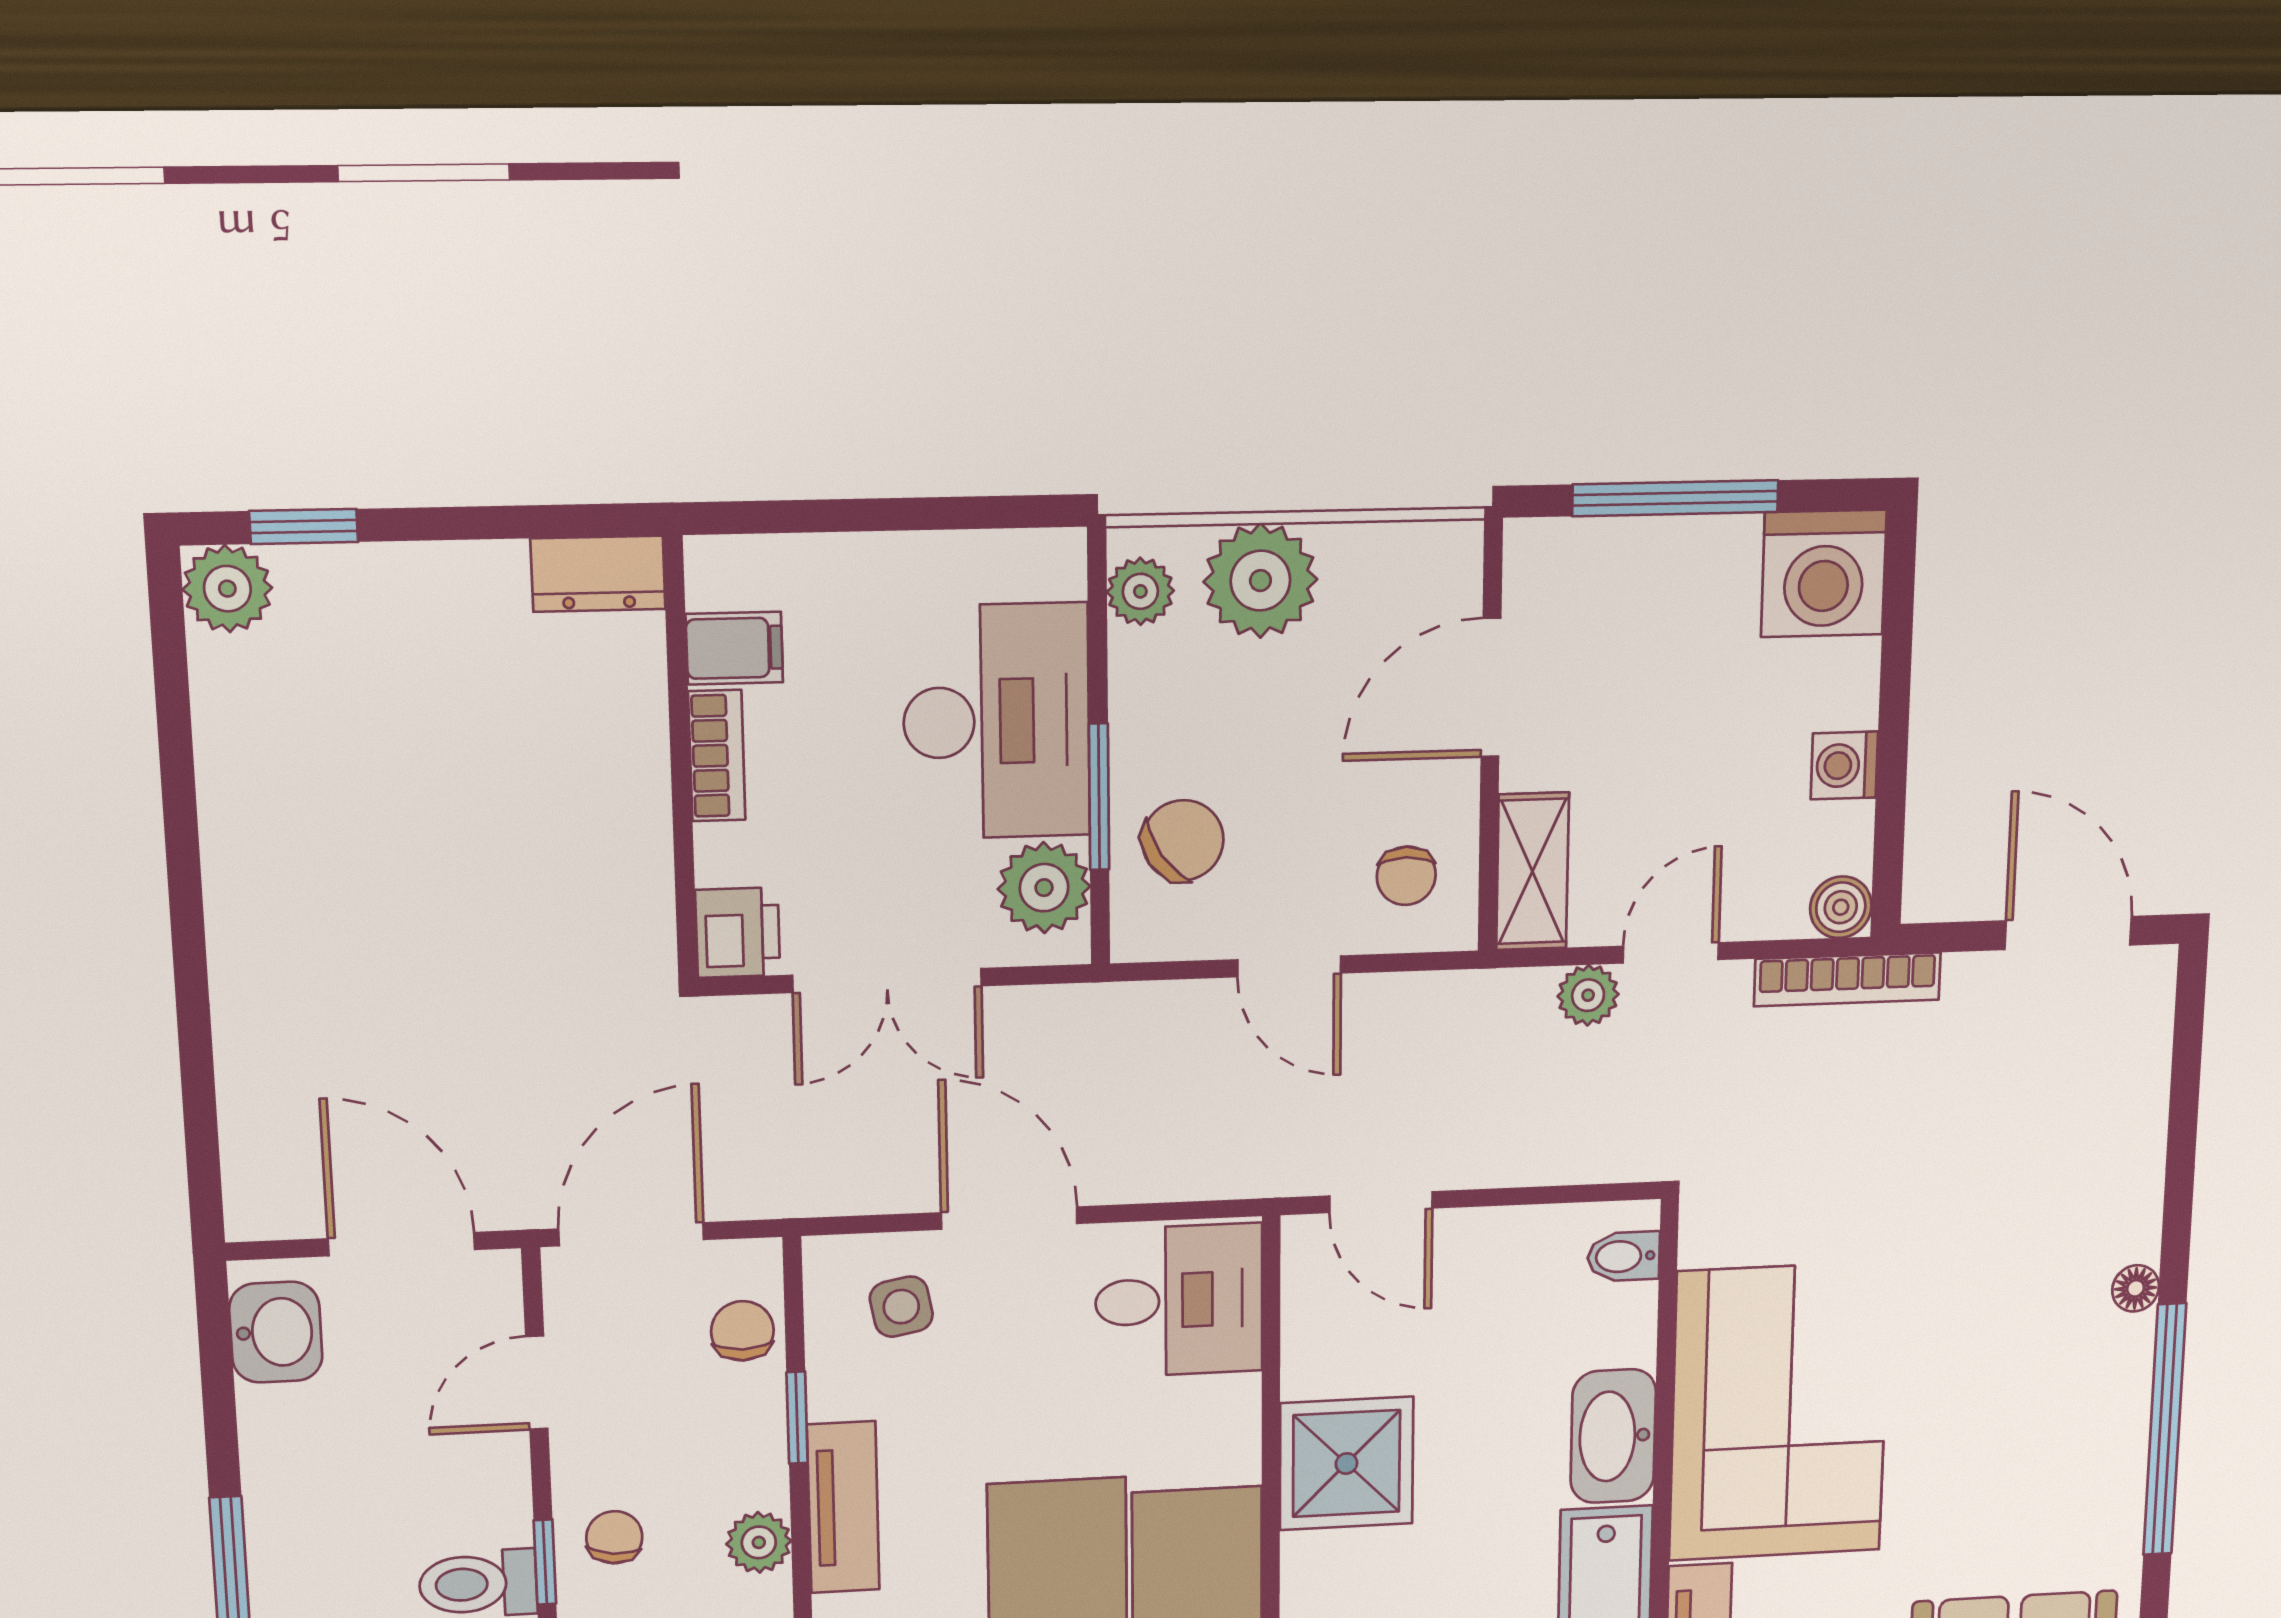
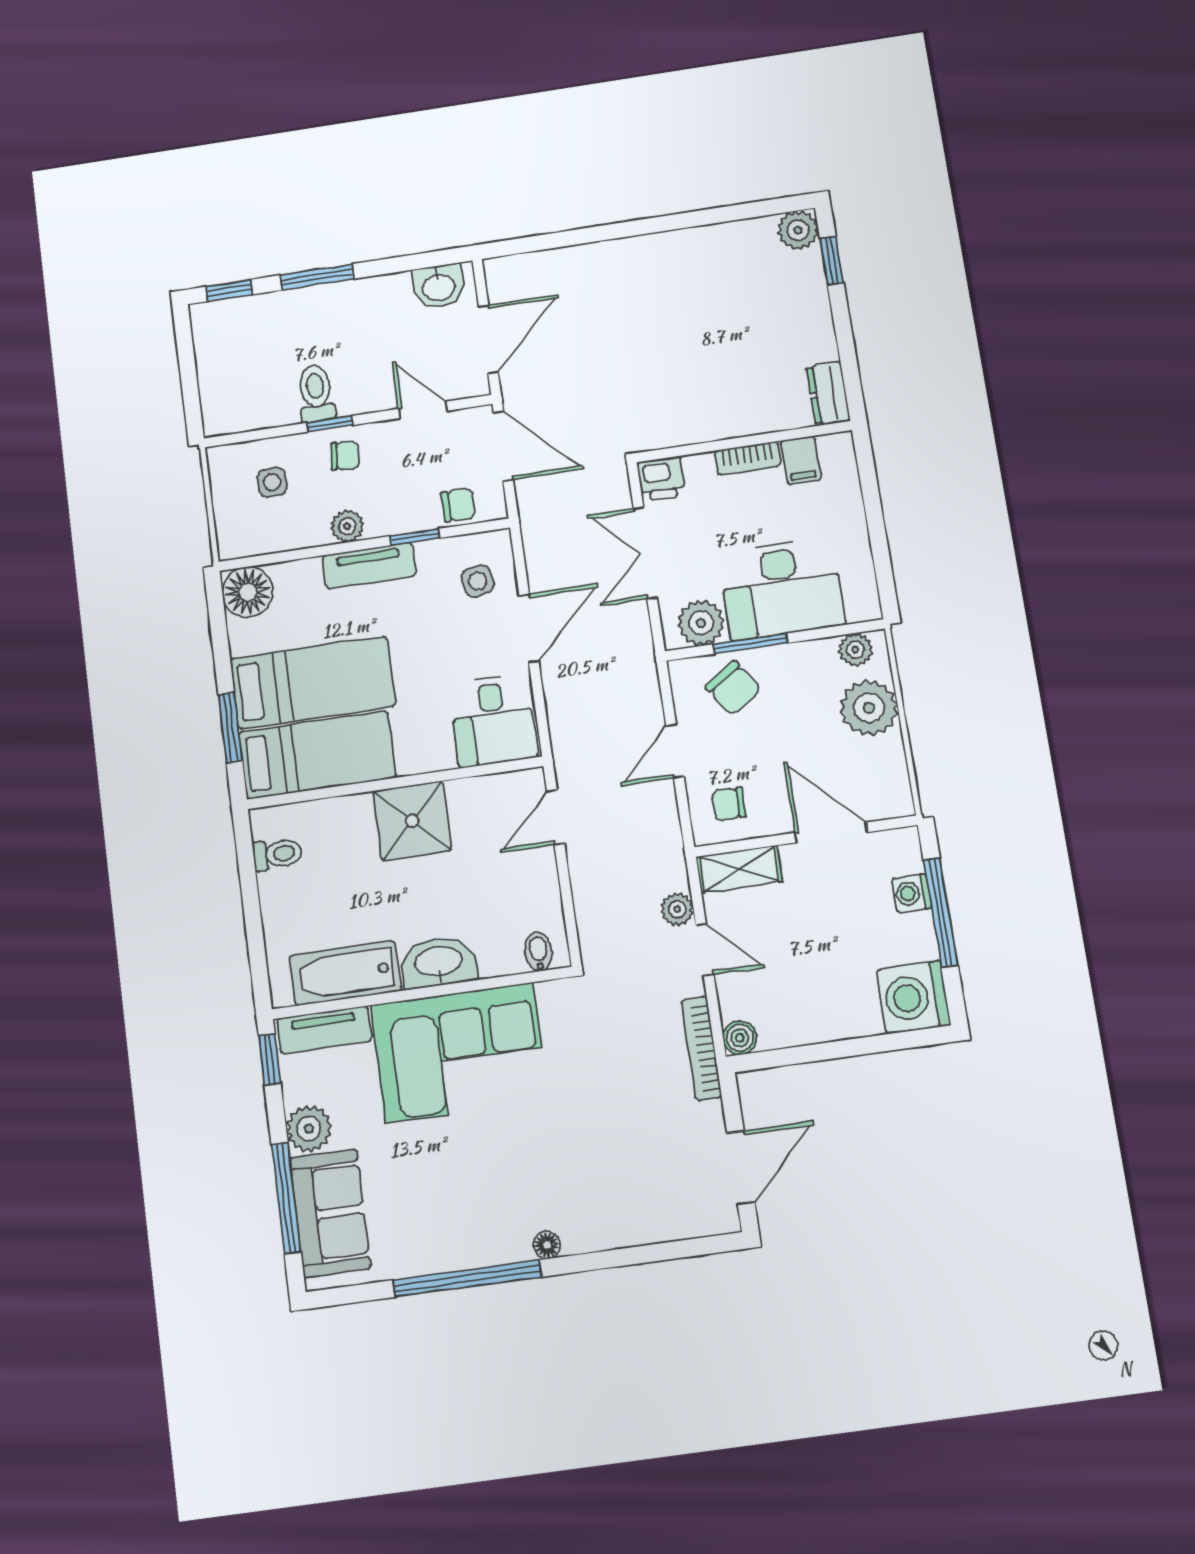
washing machine: (1844, 765) -> (911, 893), moved, turned -90

